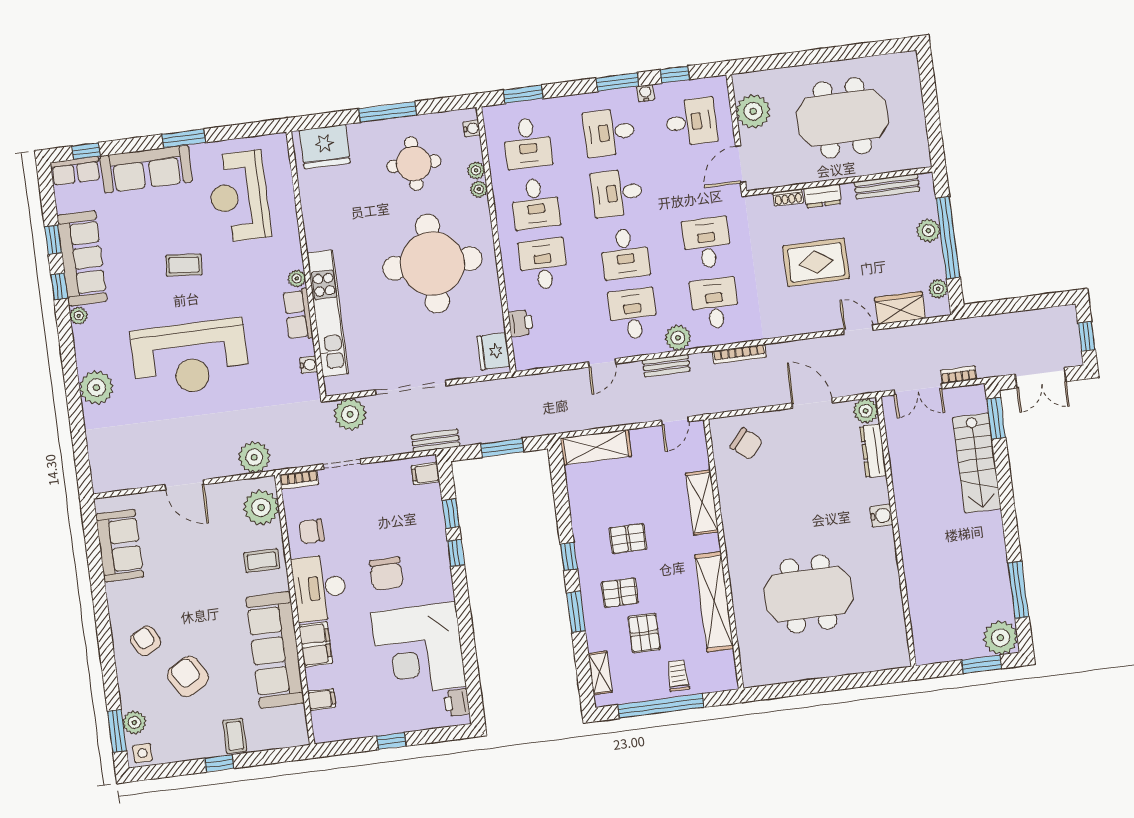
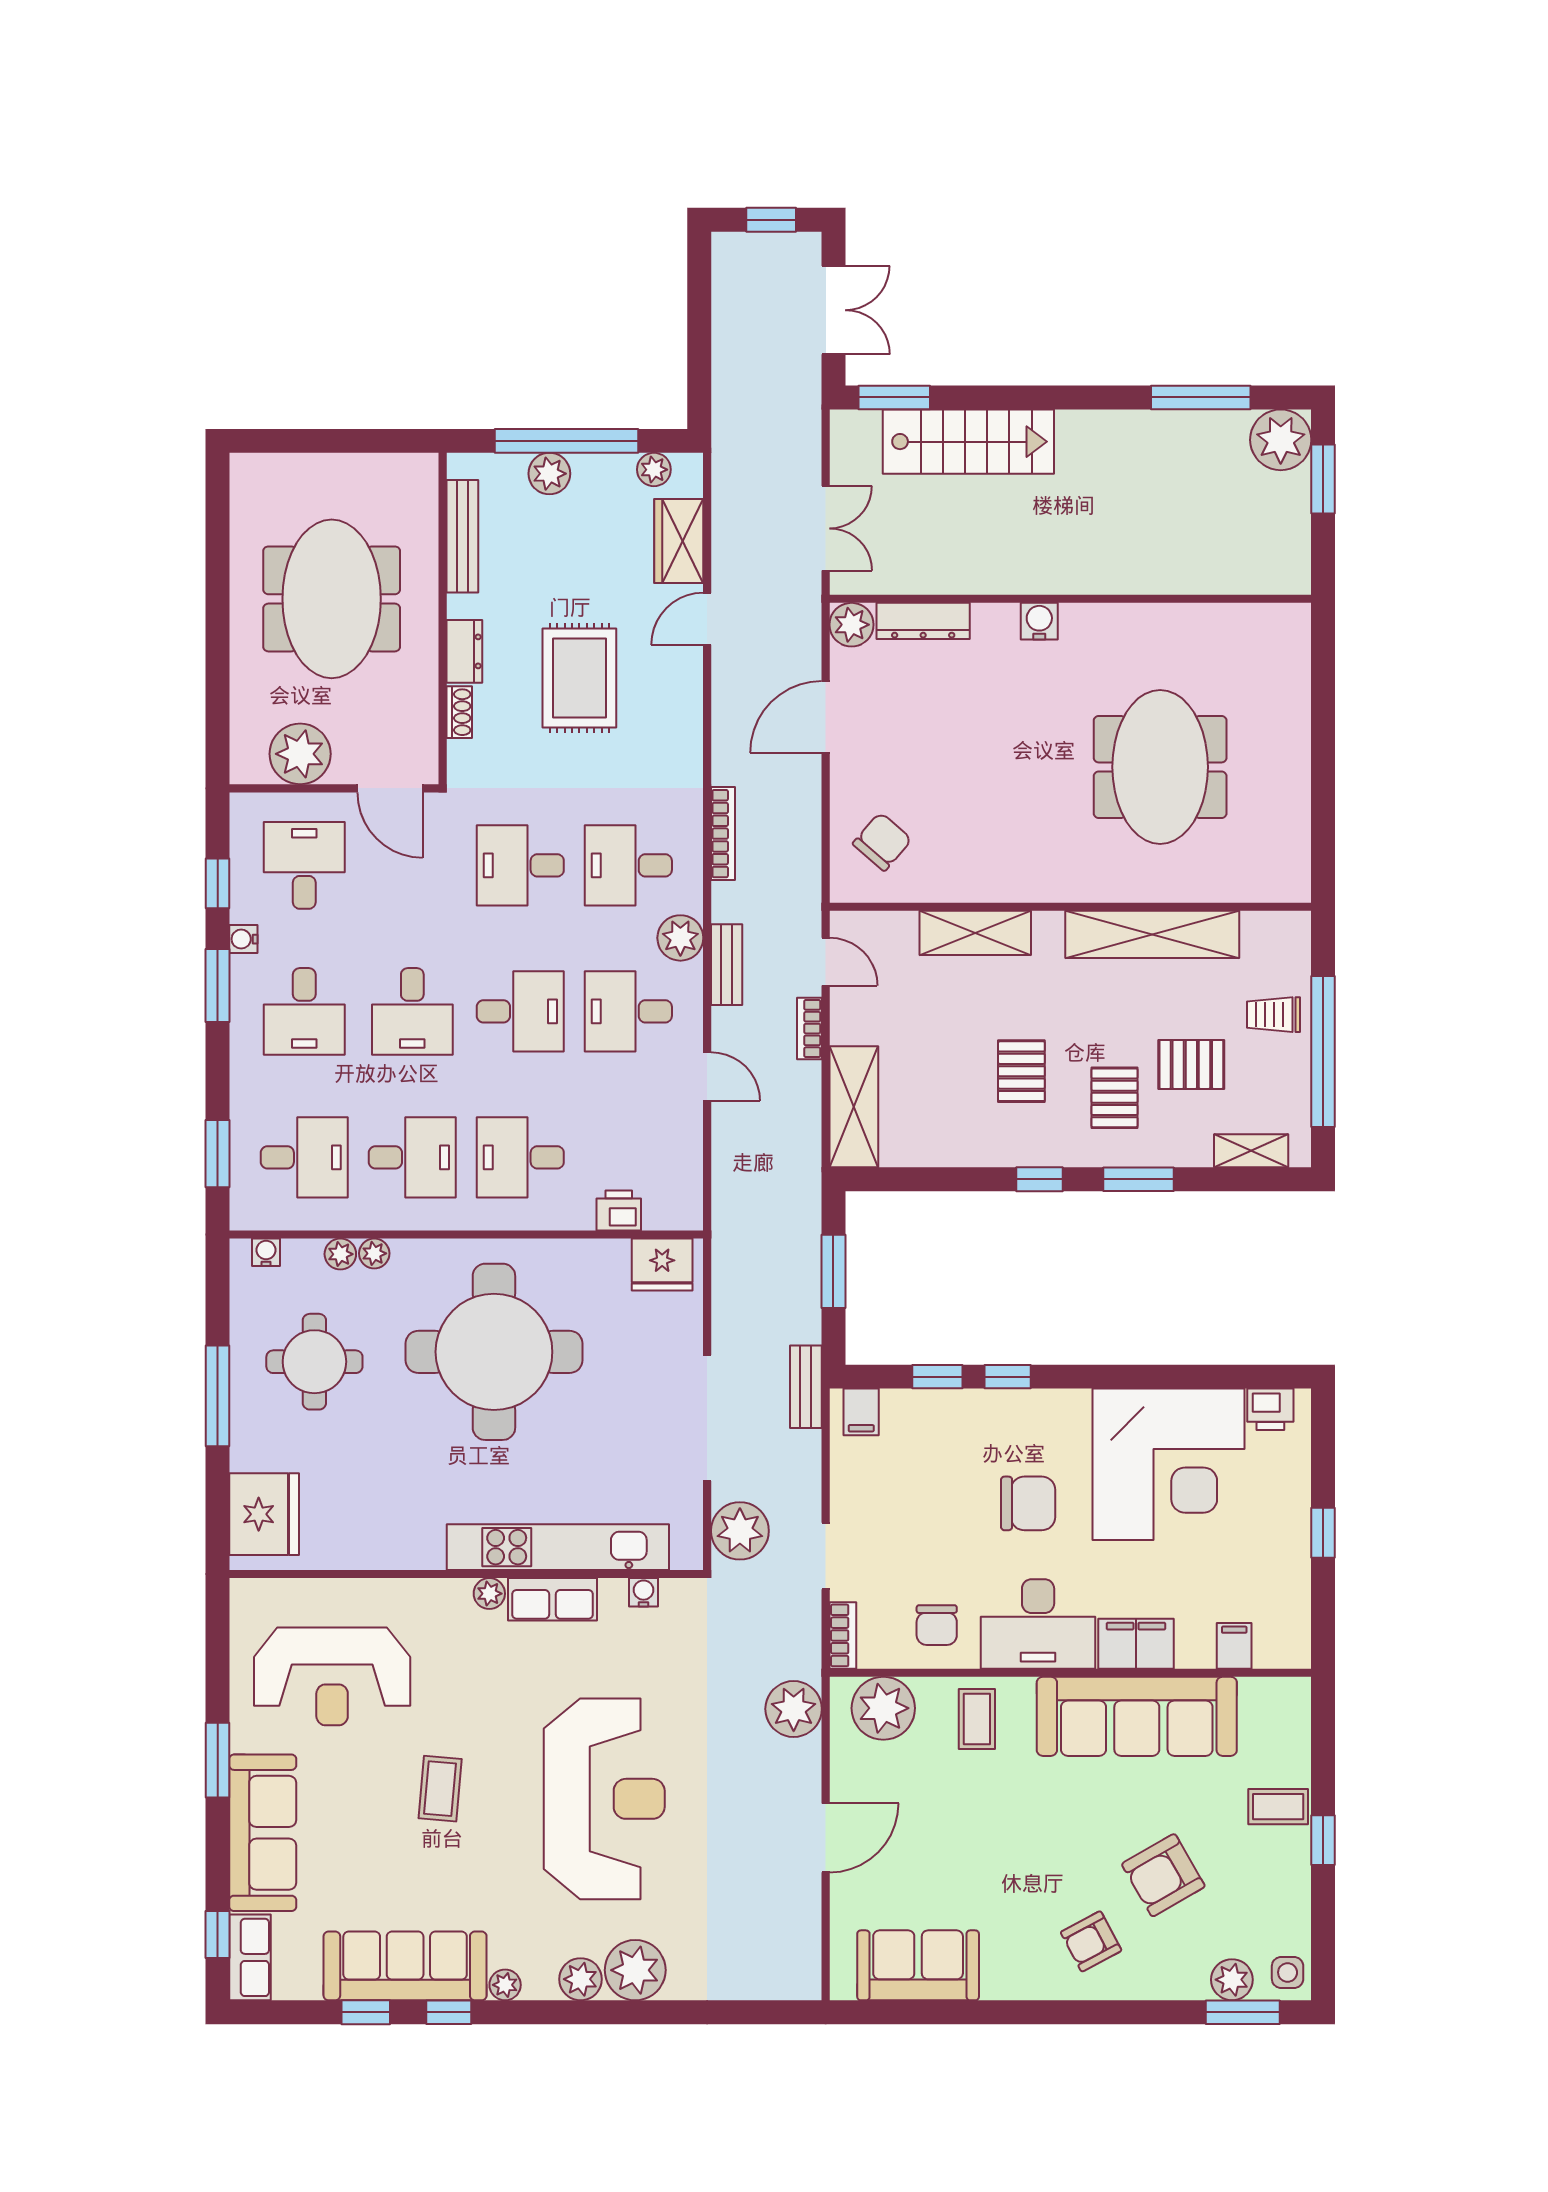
plant: (87, 358) -> (581, 1979), added
bookcase: (959, 375) -> (809, 1029), moved

